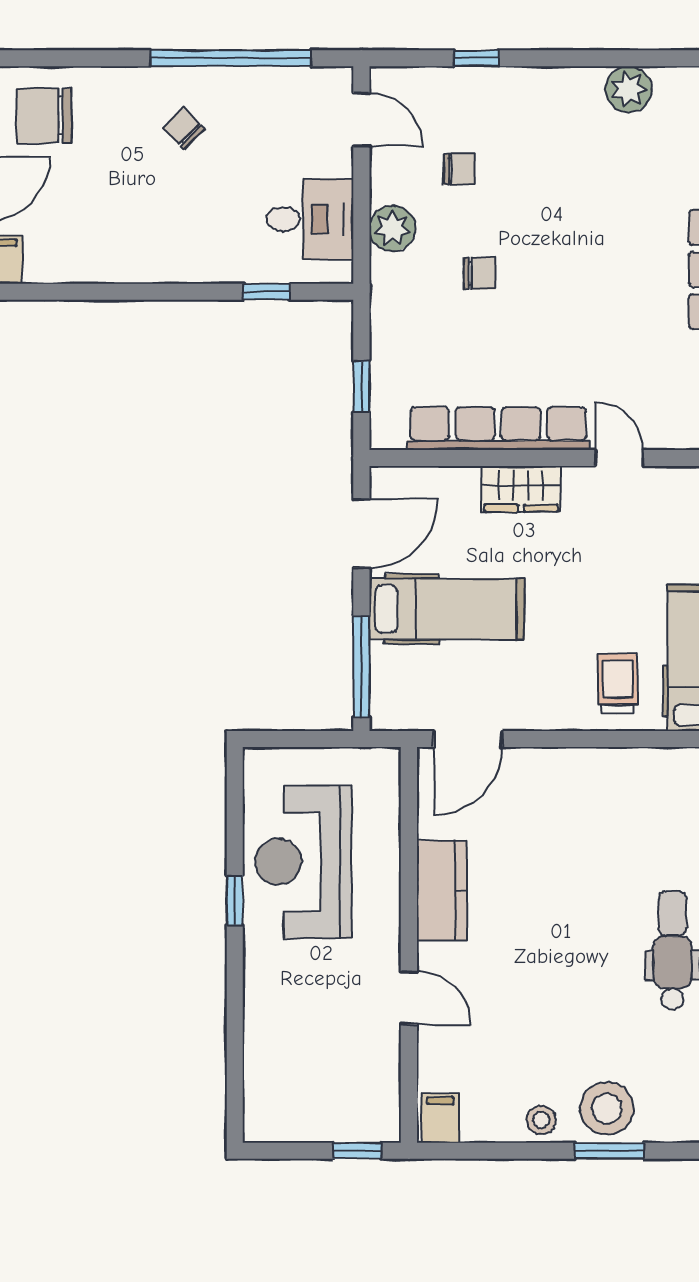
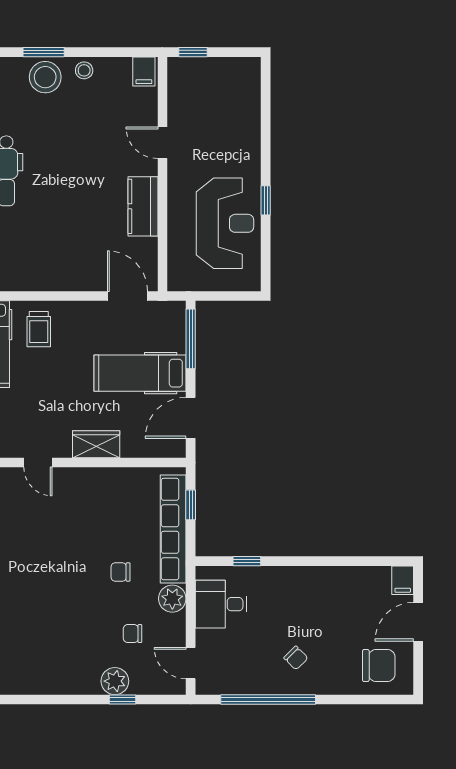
plant: (628, 89) -> (115, 681), moved
row of seats: (498, 428) -> (173, 529), moved, turned 90
door: (468, 739) -> (127, 296), hinge flipped

